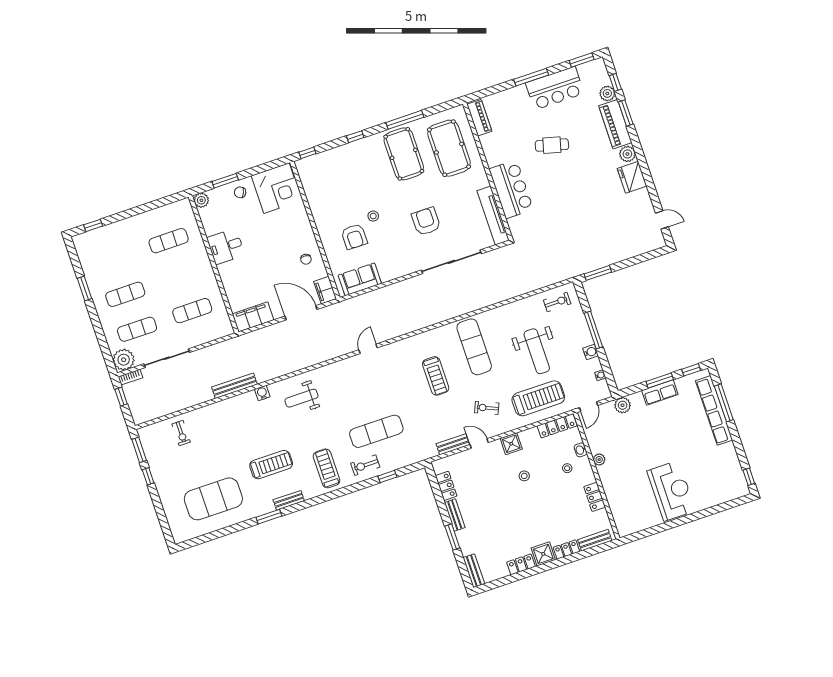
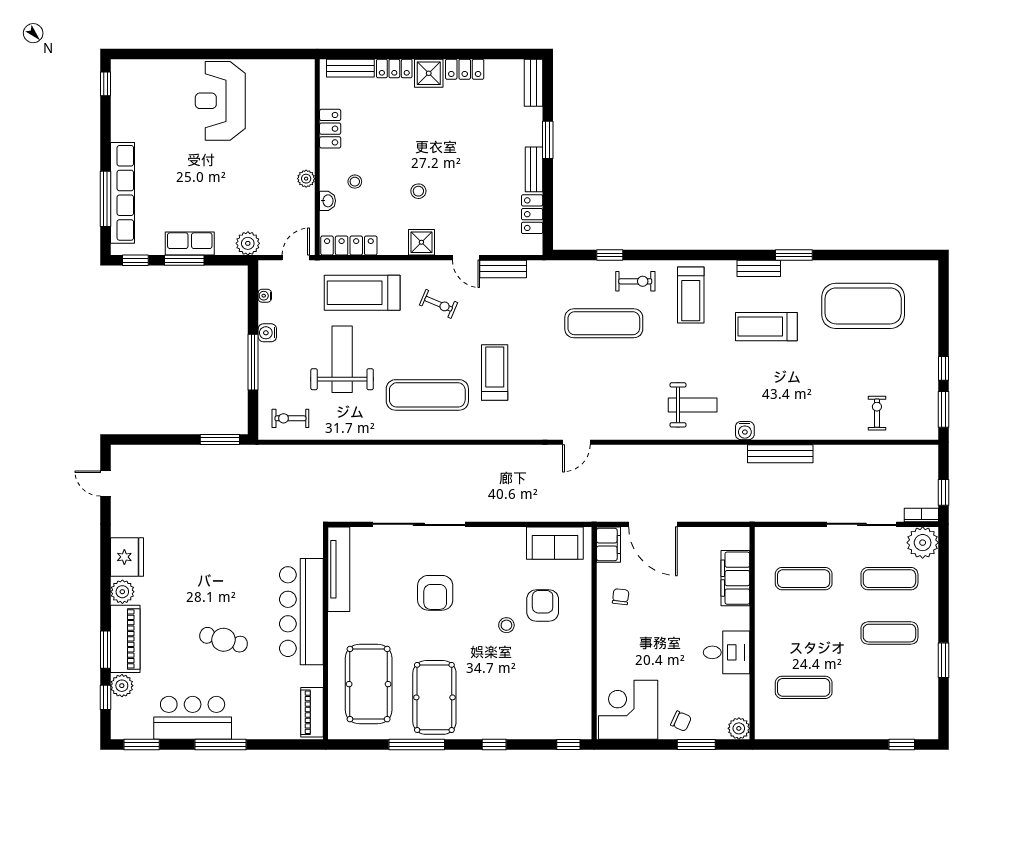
bar counter: (511, 189) -> (301, 612), width x1.36
filing cabinet: (253, 317) -> (735, 578), moved, turned 90
exercise mat: (474, 347) -> (427, 395), turned 90

